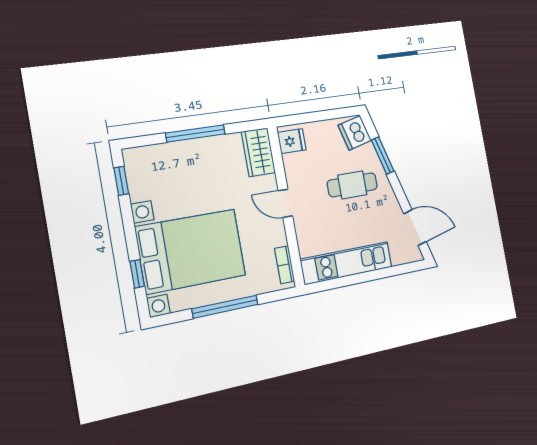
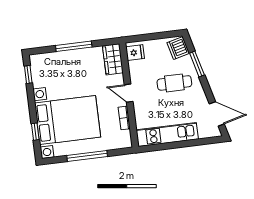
bookcase: (285, 265) -> (124, 118), moved

